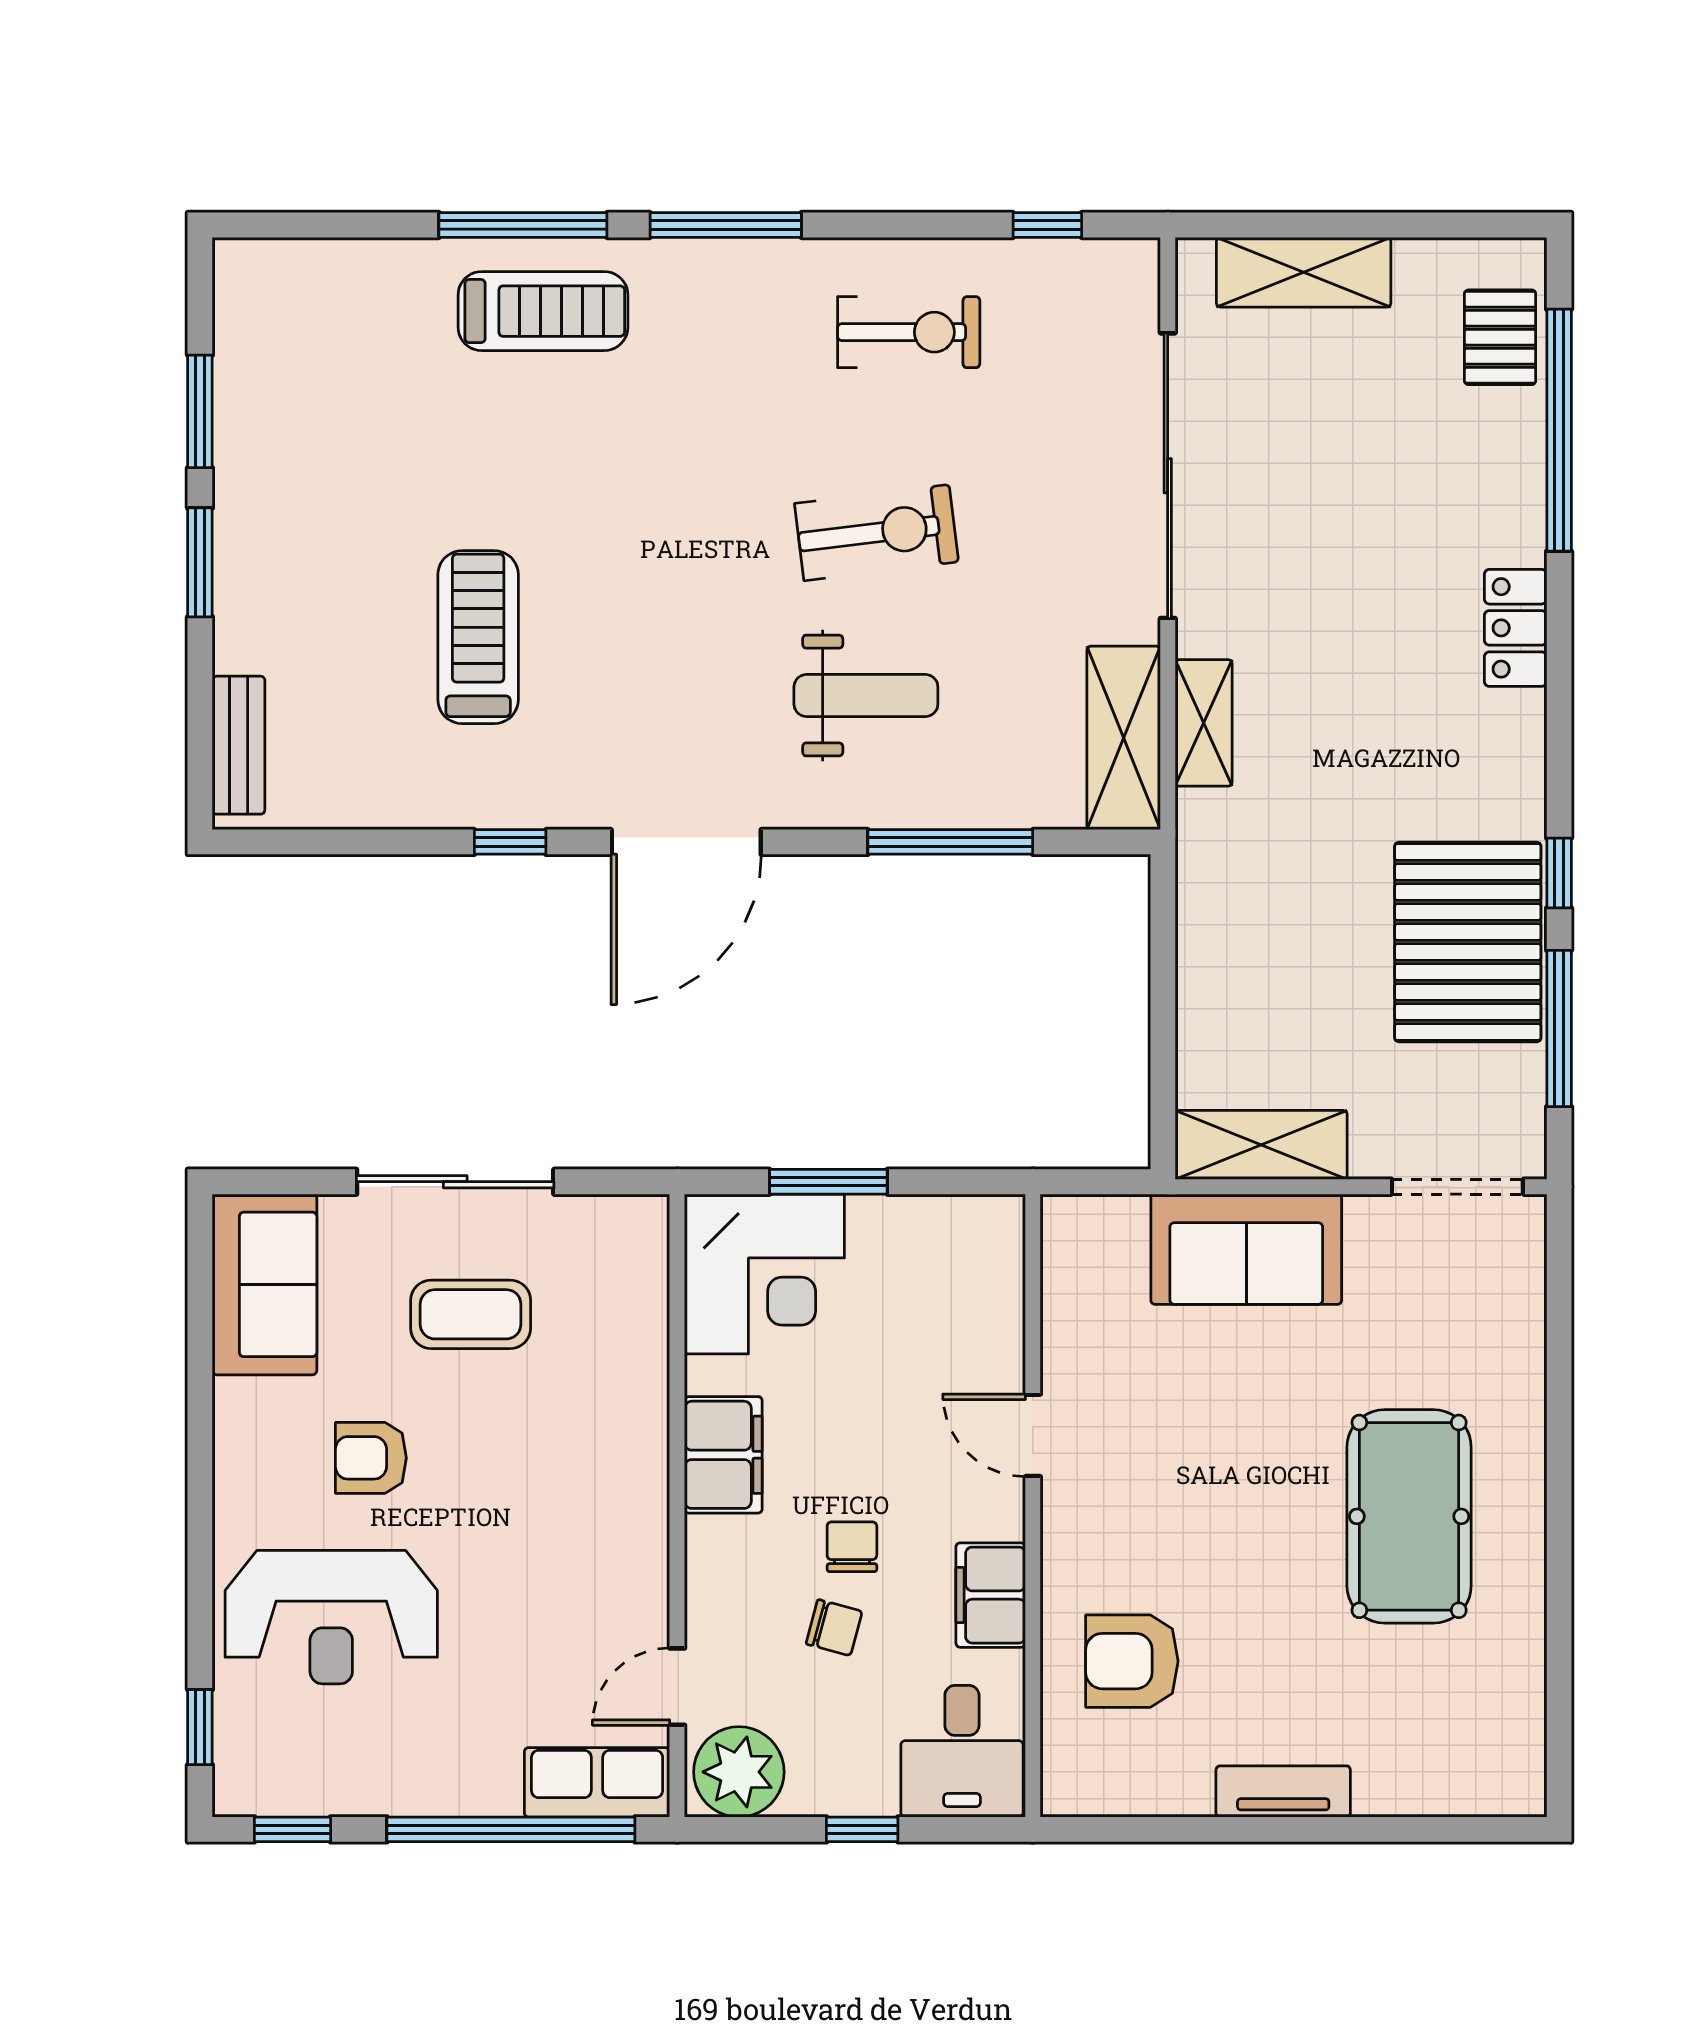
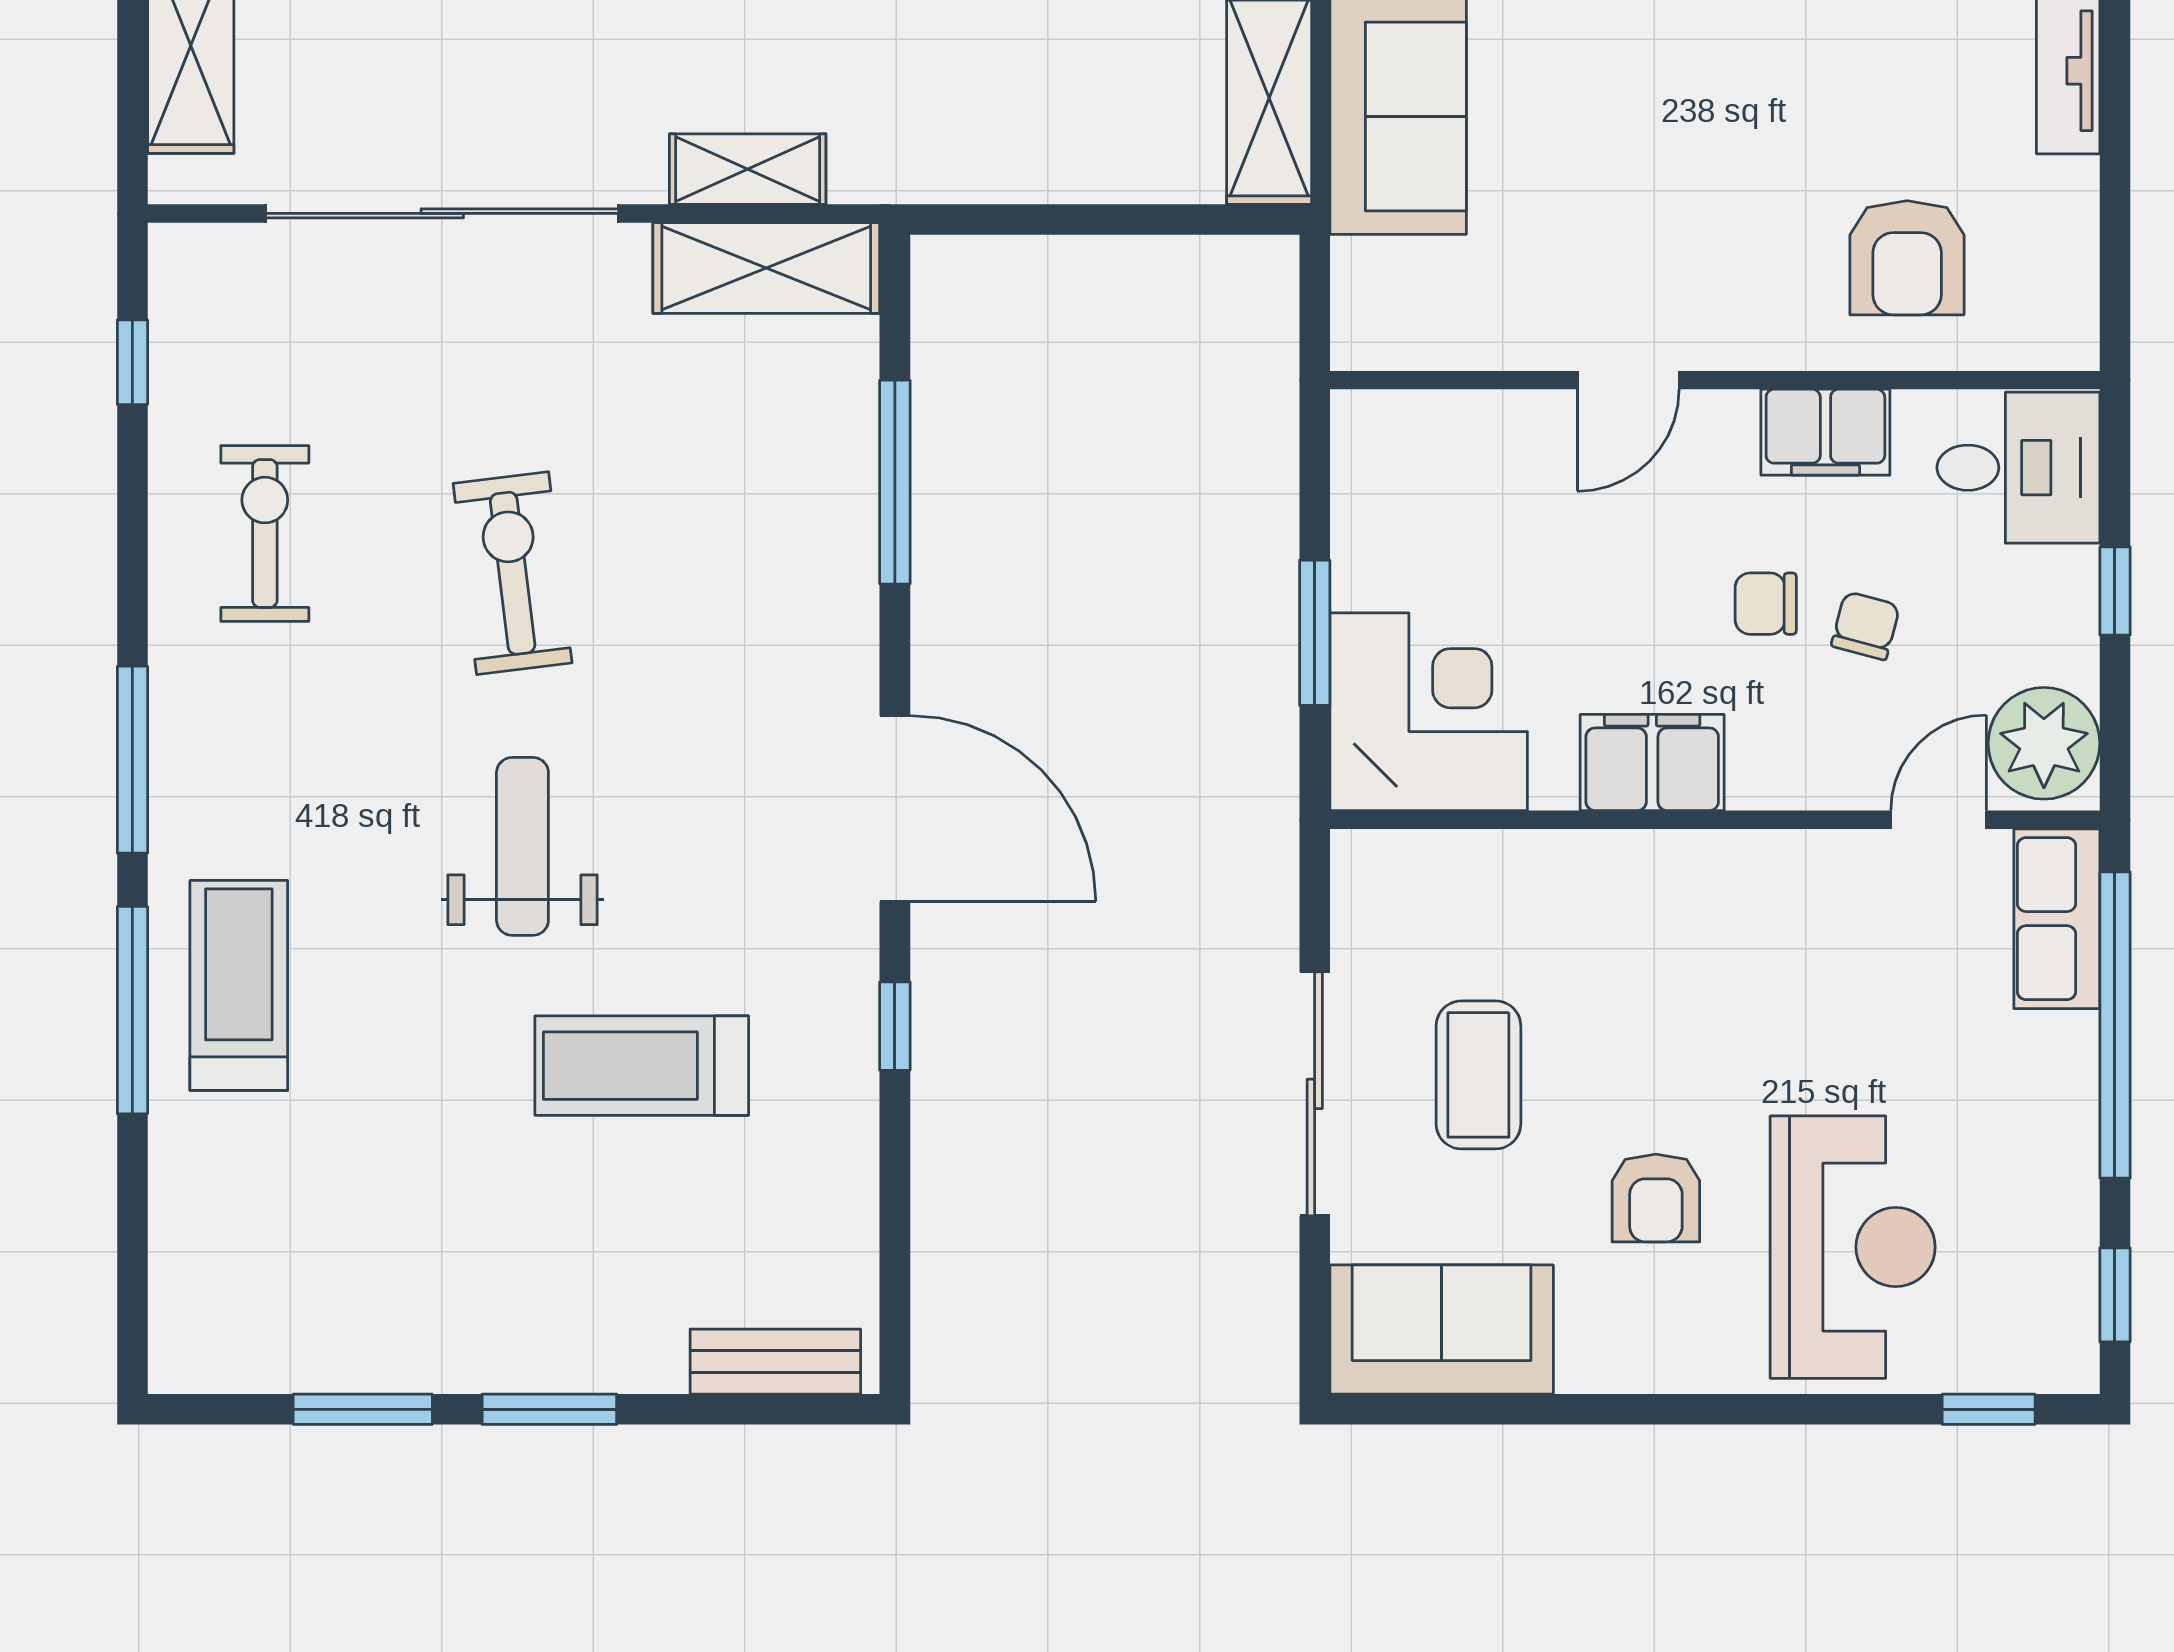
weight bench: (866, 695) -> (522, 846), moved
door: (677, 1687) -> (1939, 820), swing flipped

